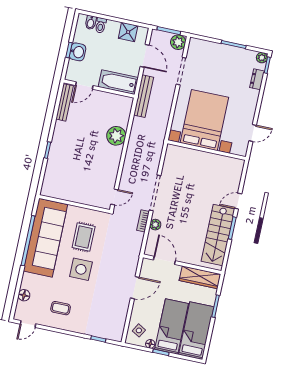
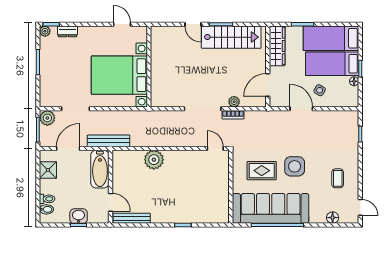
side table: (139, 330) -> (320, 90), moved

